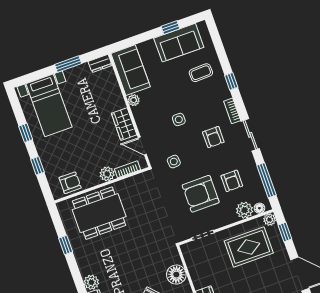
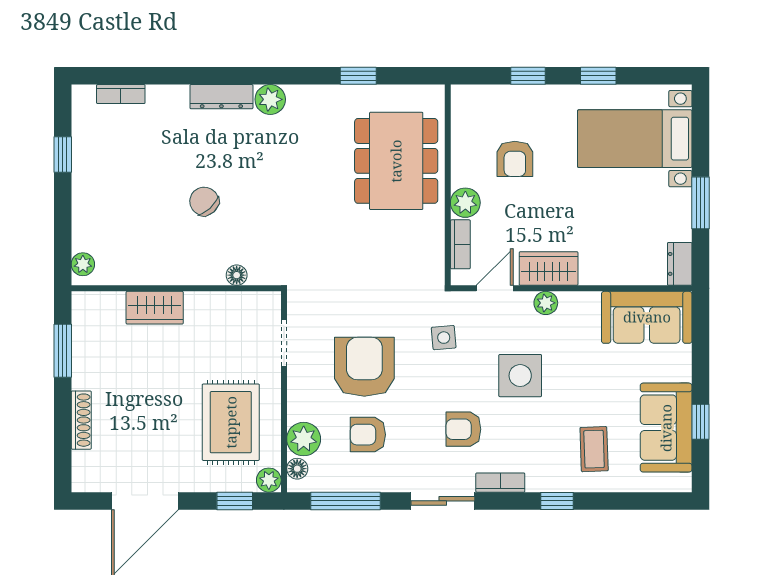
plant: (134, 100) -> (546, 303), moved
side table: (179, 119) -> (520, 376), width x1.87, depth x1.87
armchair: (70, 183) -> (515, 159), moved
floor lamp: (176, 275) -> (237, 275), width x0.53, depth x0.53

